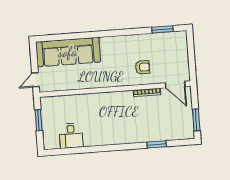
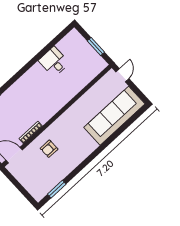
desk: (71, 136) -> (54, 62), moved

